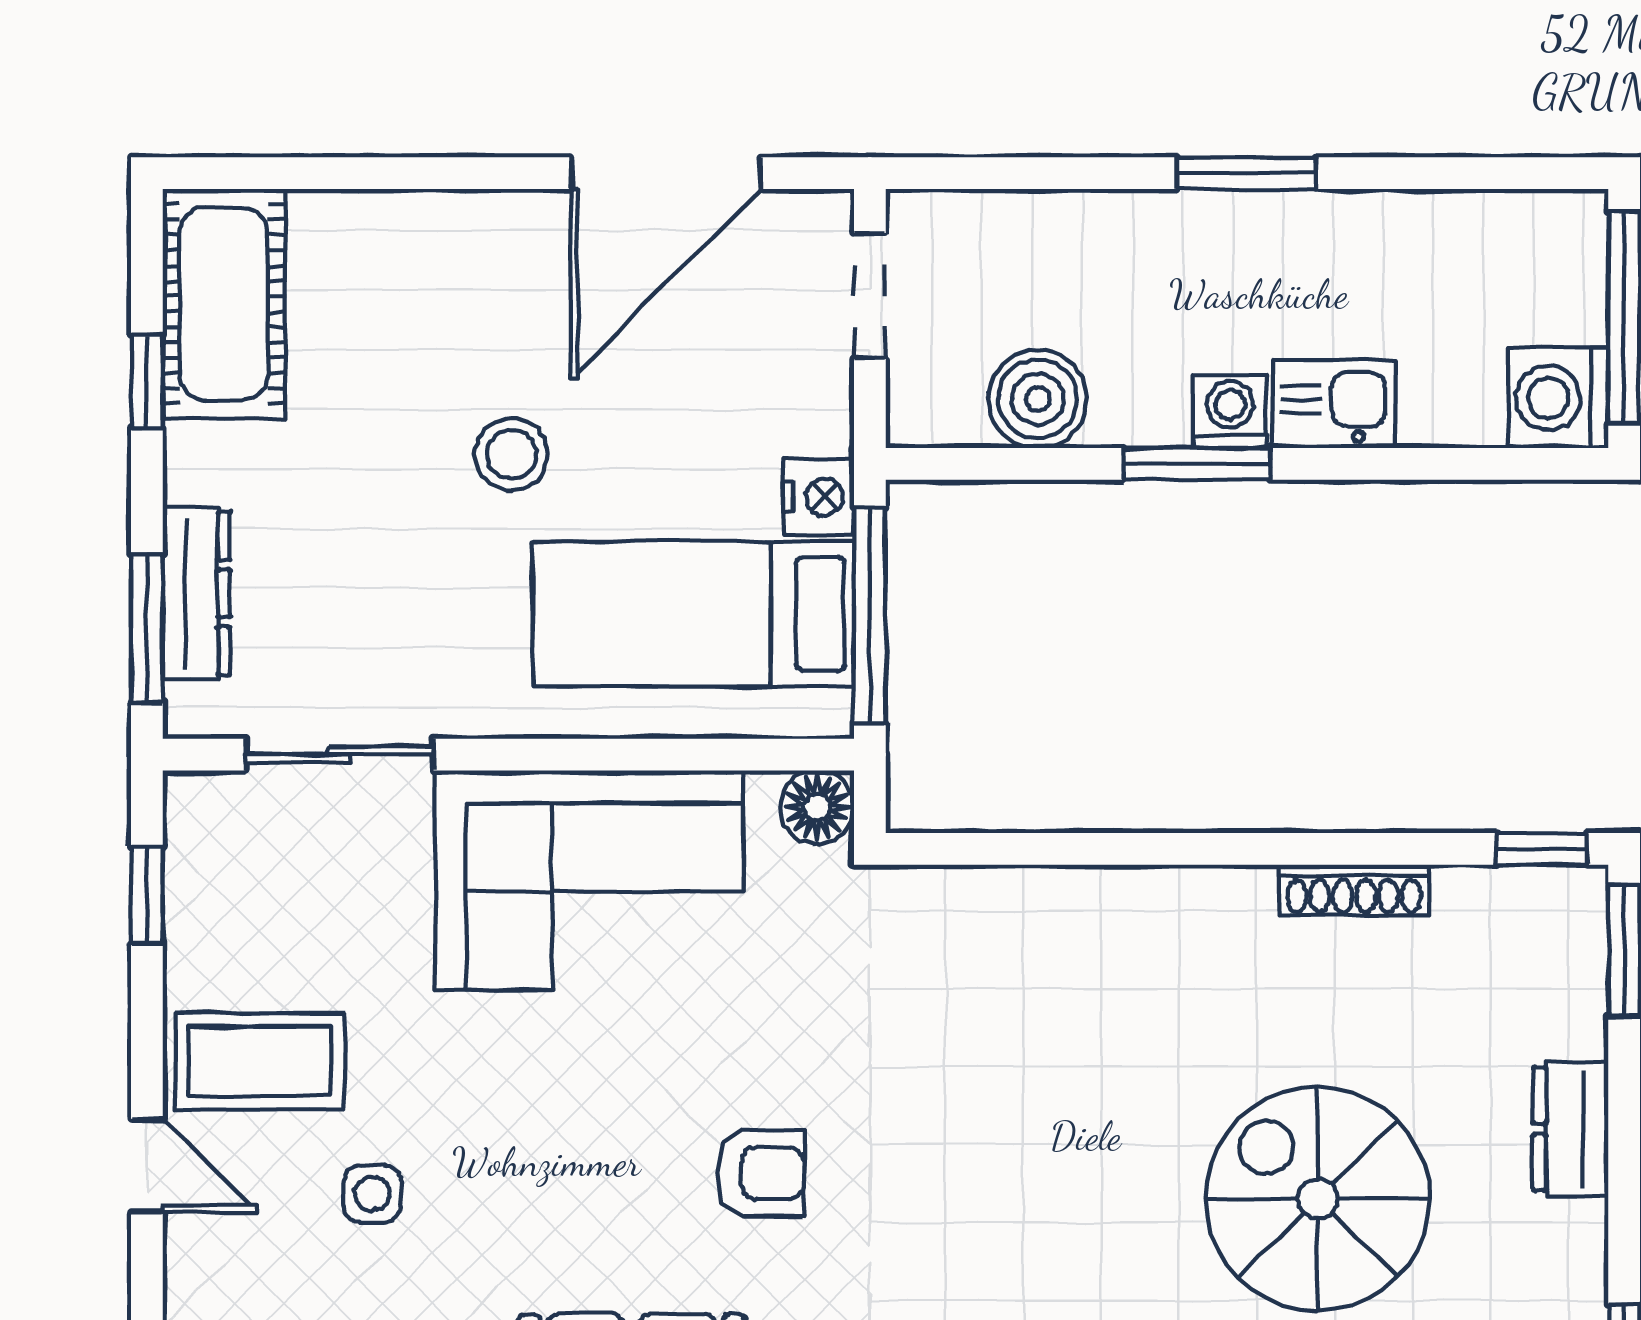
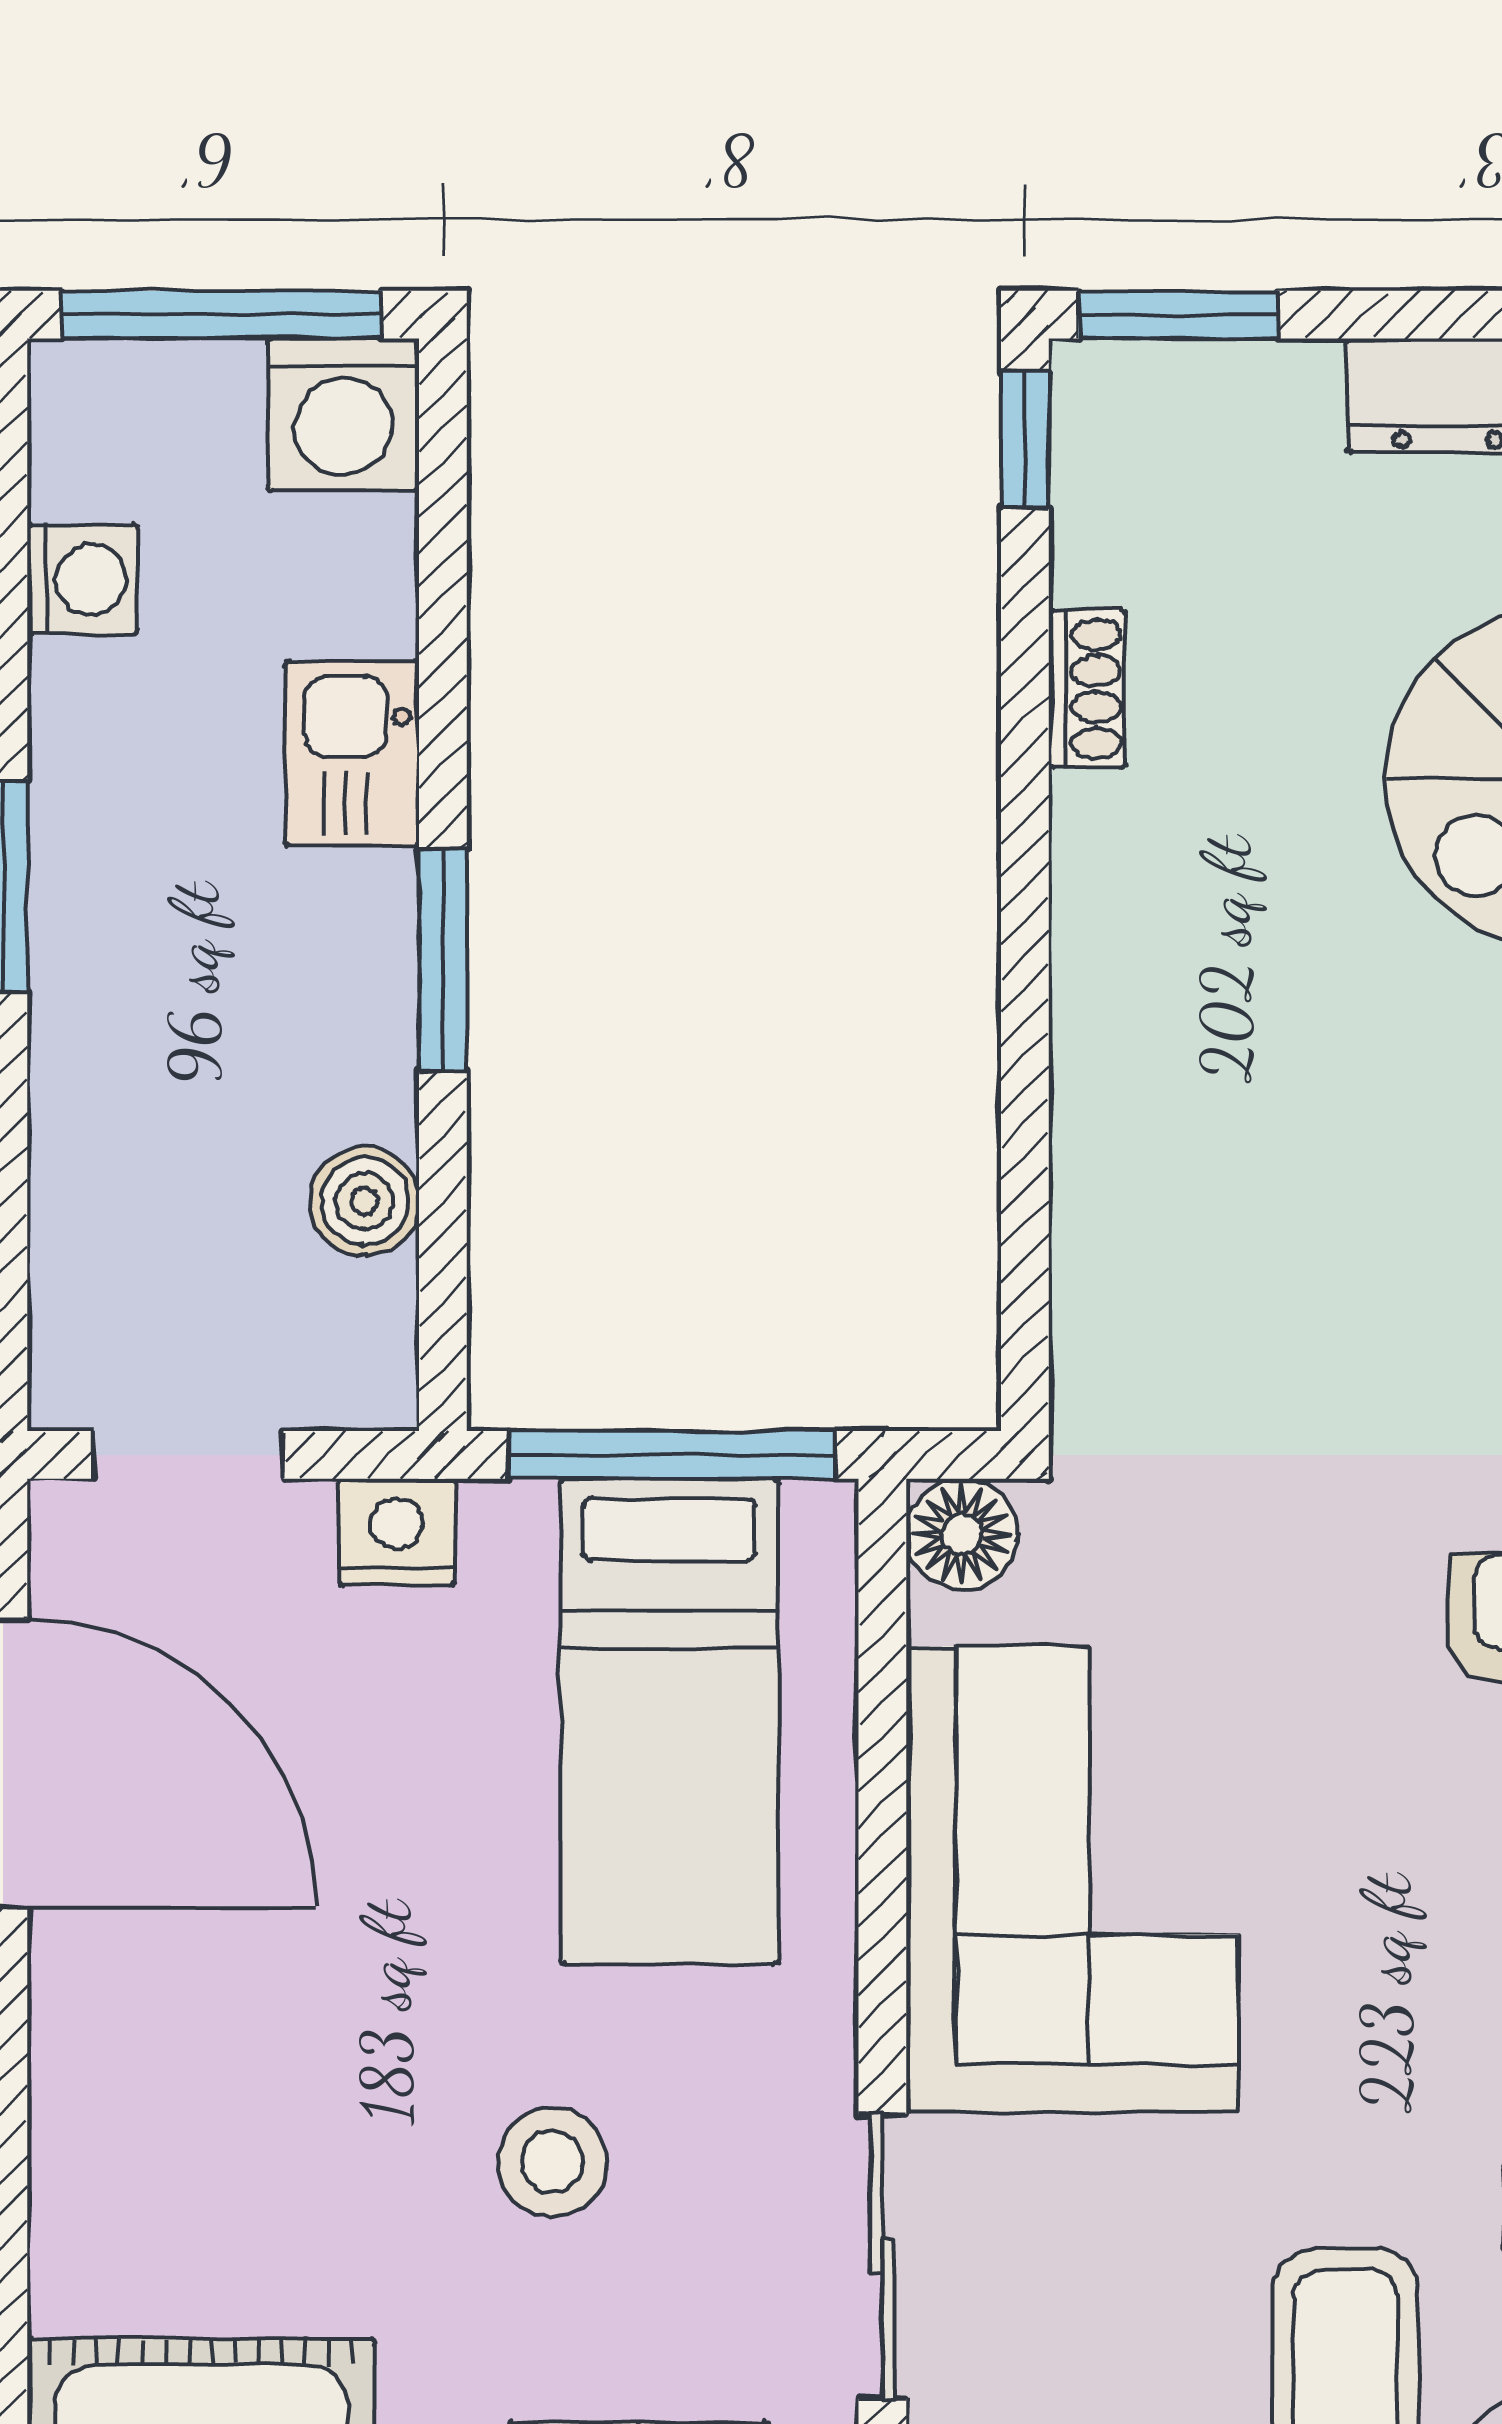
boiler: (1038, 399) -> (364, 1201), width x0.73, depth x0.73
washing machine: (1230, 412) -> (82, 580), moved, turned 180
stool: (511, 454) -> (552, 2162), moved
nightstand: (819, 497) -> (397, 1532), moved
shoe rack: (1354, 890) -> (1087, 689), width x0.70

